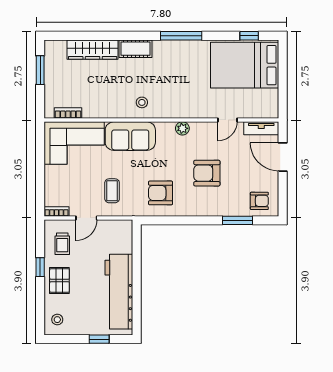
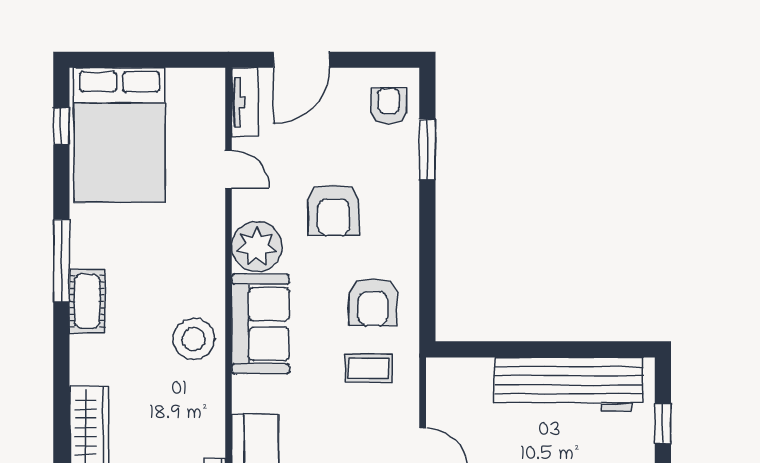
cot: (136, 49) -> (87, 301), moved
stool: (142, 102) -> (194, 339), width x1.89, depth x1.89
plant: (182, 128) -> (257, 247), width x1.87, depth x1.87
sofa: (130, 136) -> (260, 324), moved
coffee table: (112, 191) -> (369, 368), moved

